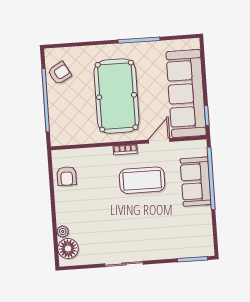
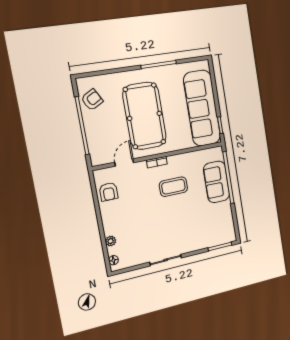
door: (159, 141) -> (124, 163), moved
coffee table: (142, 180) -> (173, 187), width x0.73, depth x0.76
floor lamp: (68, 249) -> (114, 260), width x0.53, depth x0.53

